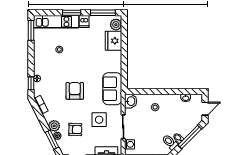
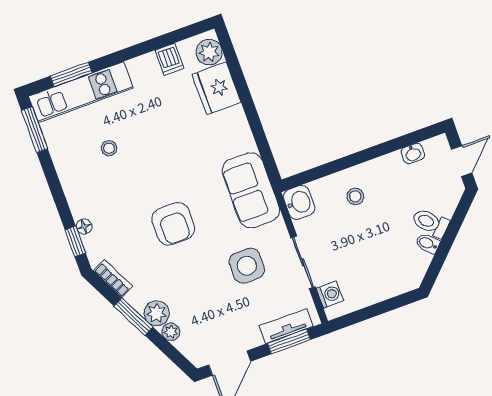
window: (72, 13) -> (71, 74), moved
window: (103, 13) -> (173, 37), removed
dishwasher: (84, 21) -> (169, 59), moved
armchair: (75, 91) -> (173, 224), turned 180
armchair: (75, 130) -> (204, 305), removed
window: (190, 137) -> (451, 233), removed
window: (52, 140) -> (133, 317), moved
toilet: (170, 142) -> (430, 223), moved

